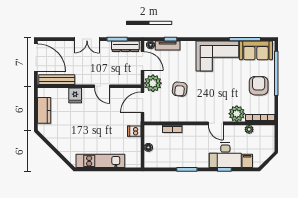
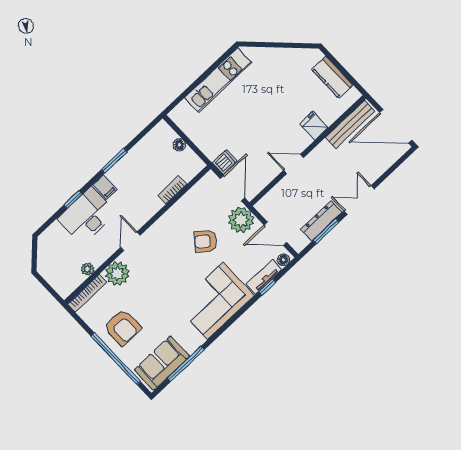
dresser: (125, 46) -> (321, 221), moved
corner sofa: (217, 56) -> (215, 301), moved
armchair: (180, 89) -> (205, 241), turned -57
door: (216, 123) -> (130, 241), hinge flipped
dishwasher: (134, 131) -> (225, 162), moved
filing cabinet: (247, 161) -> (105, 187), moved

